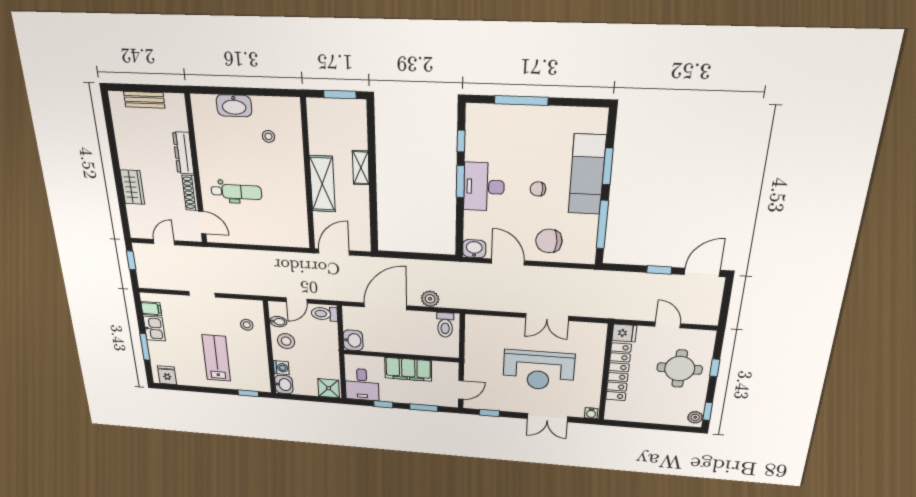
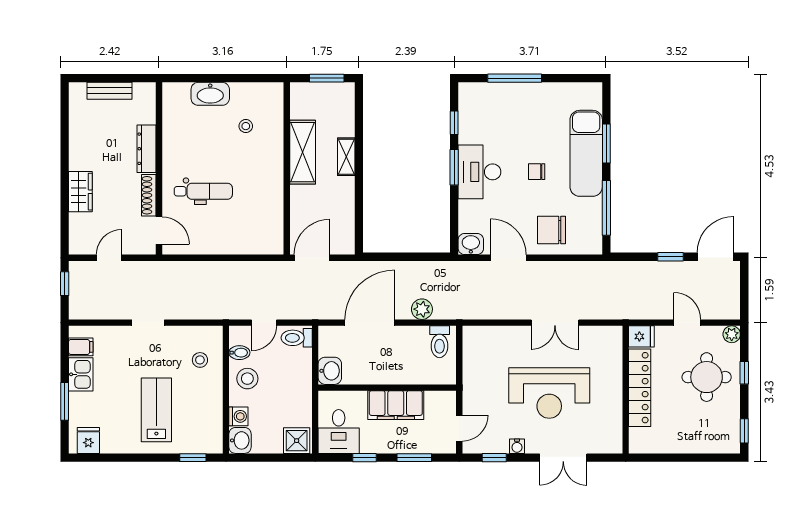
shelving: (322, 184) -> (303, 152), moved
water cooler: (591, 413) -> (517, 446), moved
plant: (695, 417) -> (732, 334), moved

